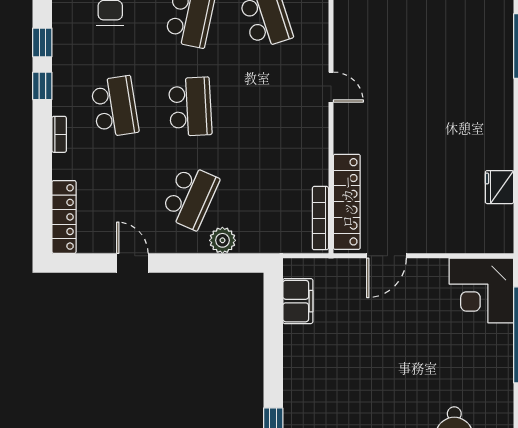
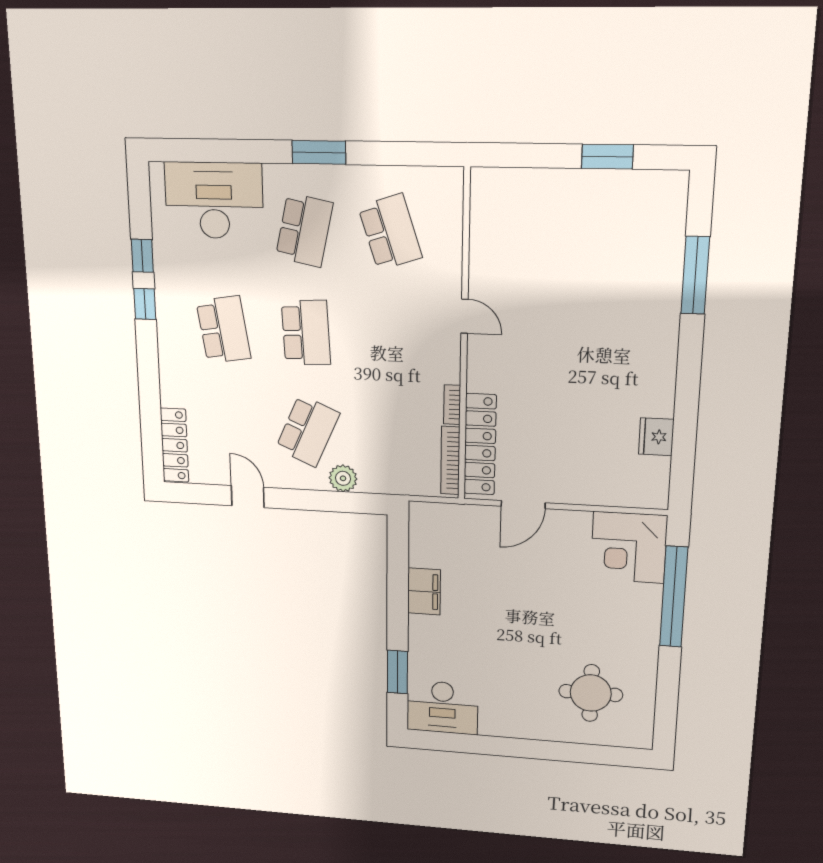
bookcase: (59, 134) -> (452, 405), moved, turned 180
filing cabinet: (298, 301) -> (424, 591), moved

